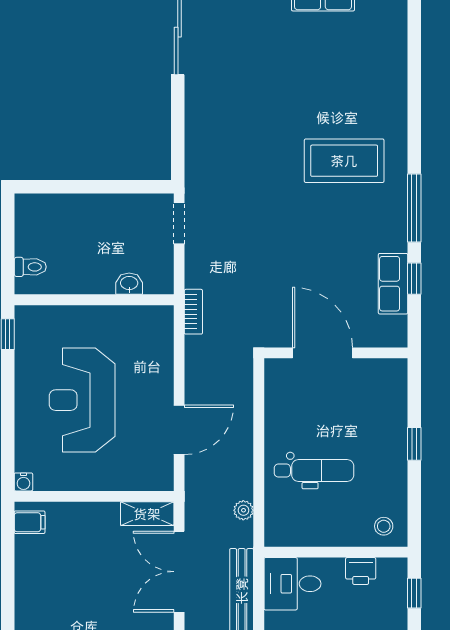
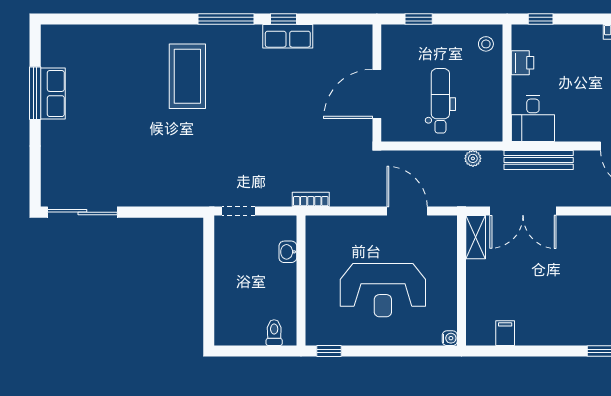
door: (323, 353) -> (377, 94), moved
wall: (336, 353) -> (377, 83), moved
filing cabinet: (30, 522) -> (505, 333), moved

